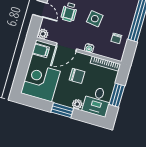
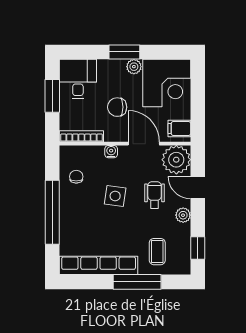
plant: (43, 34) -> (176, 160), width x1.88, depth x1.88
door: (66, 47) -> (144, 144), hinge flipped
plant: (77, 104) -> (134, 67), moved

